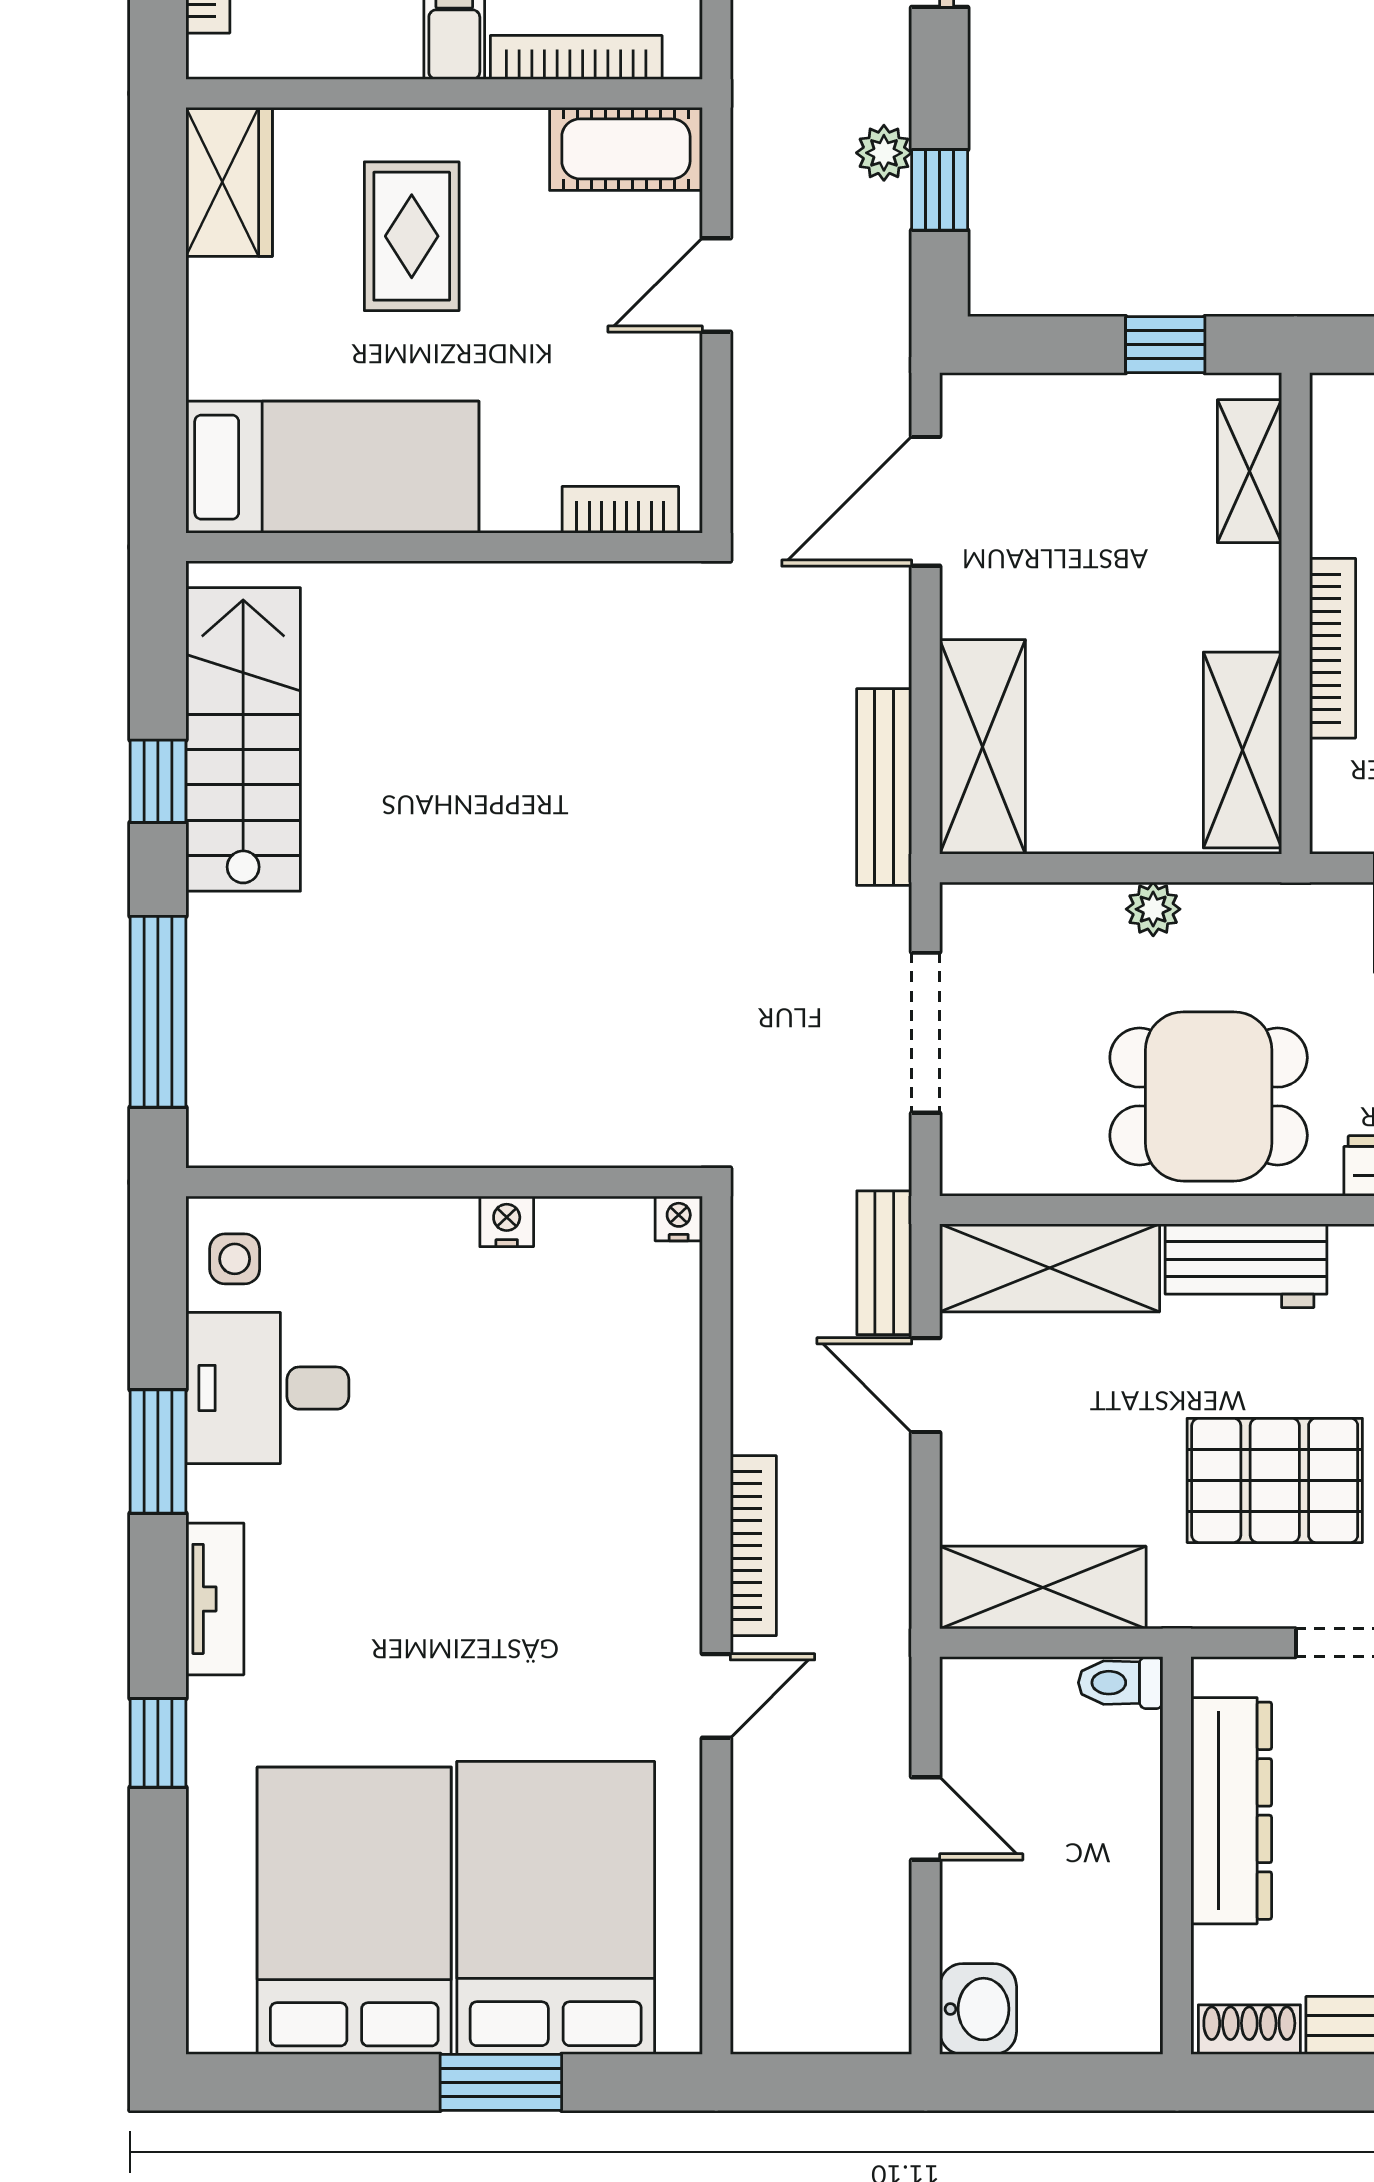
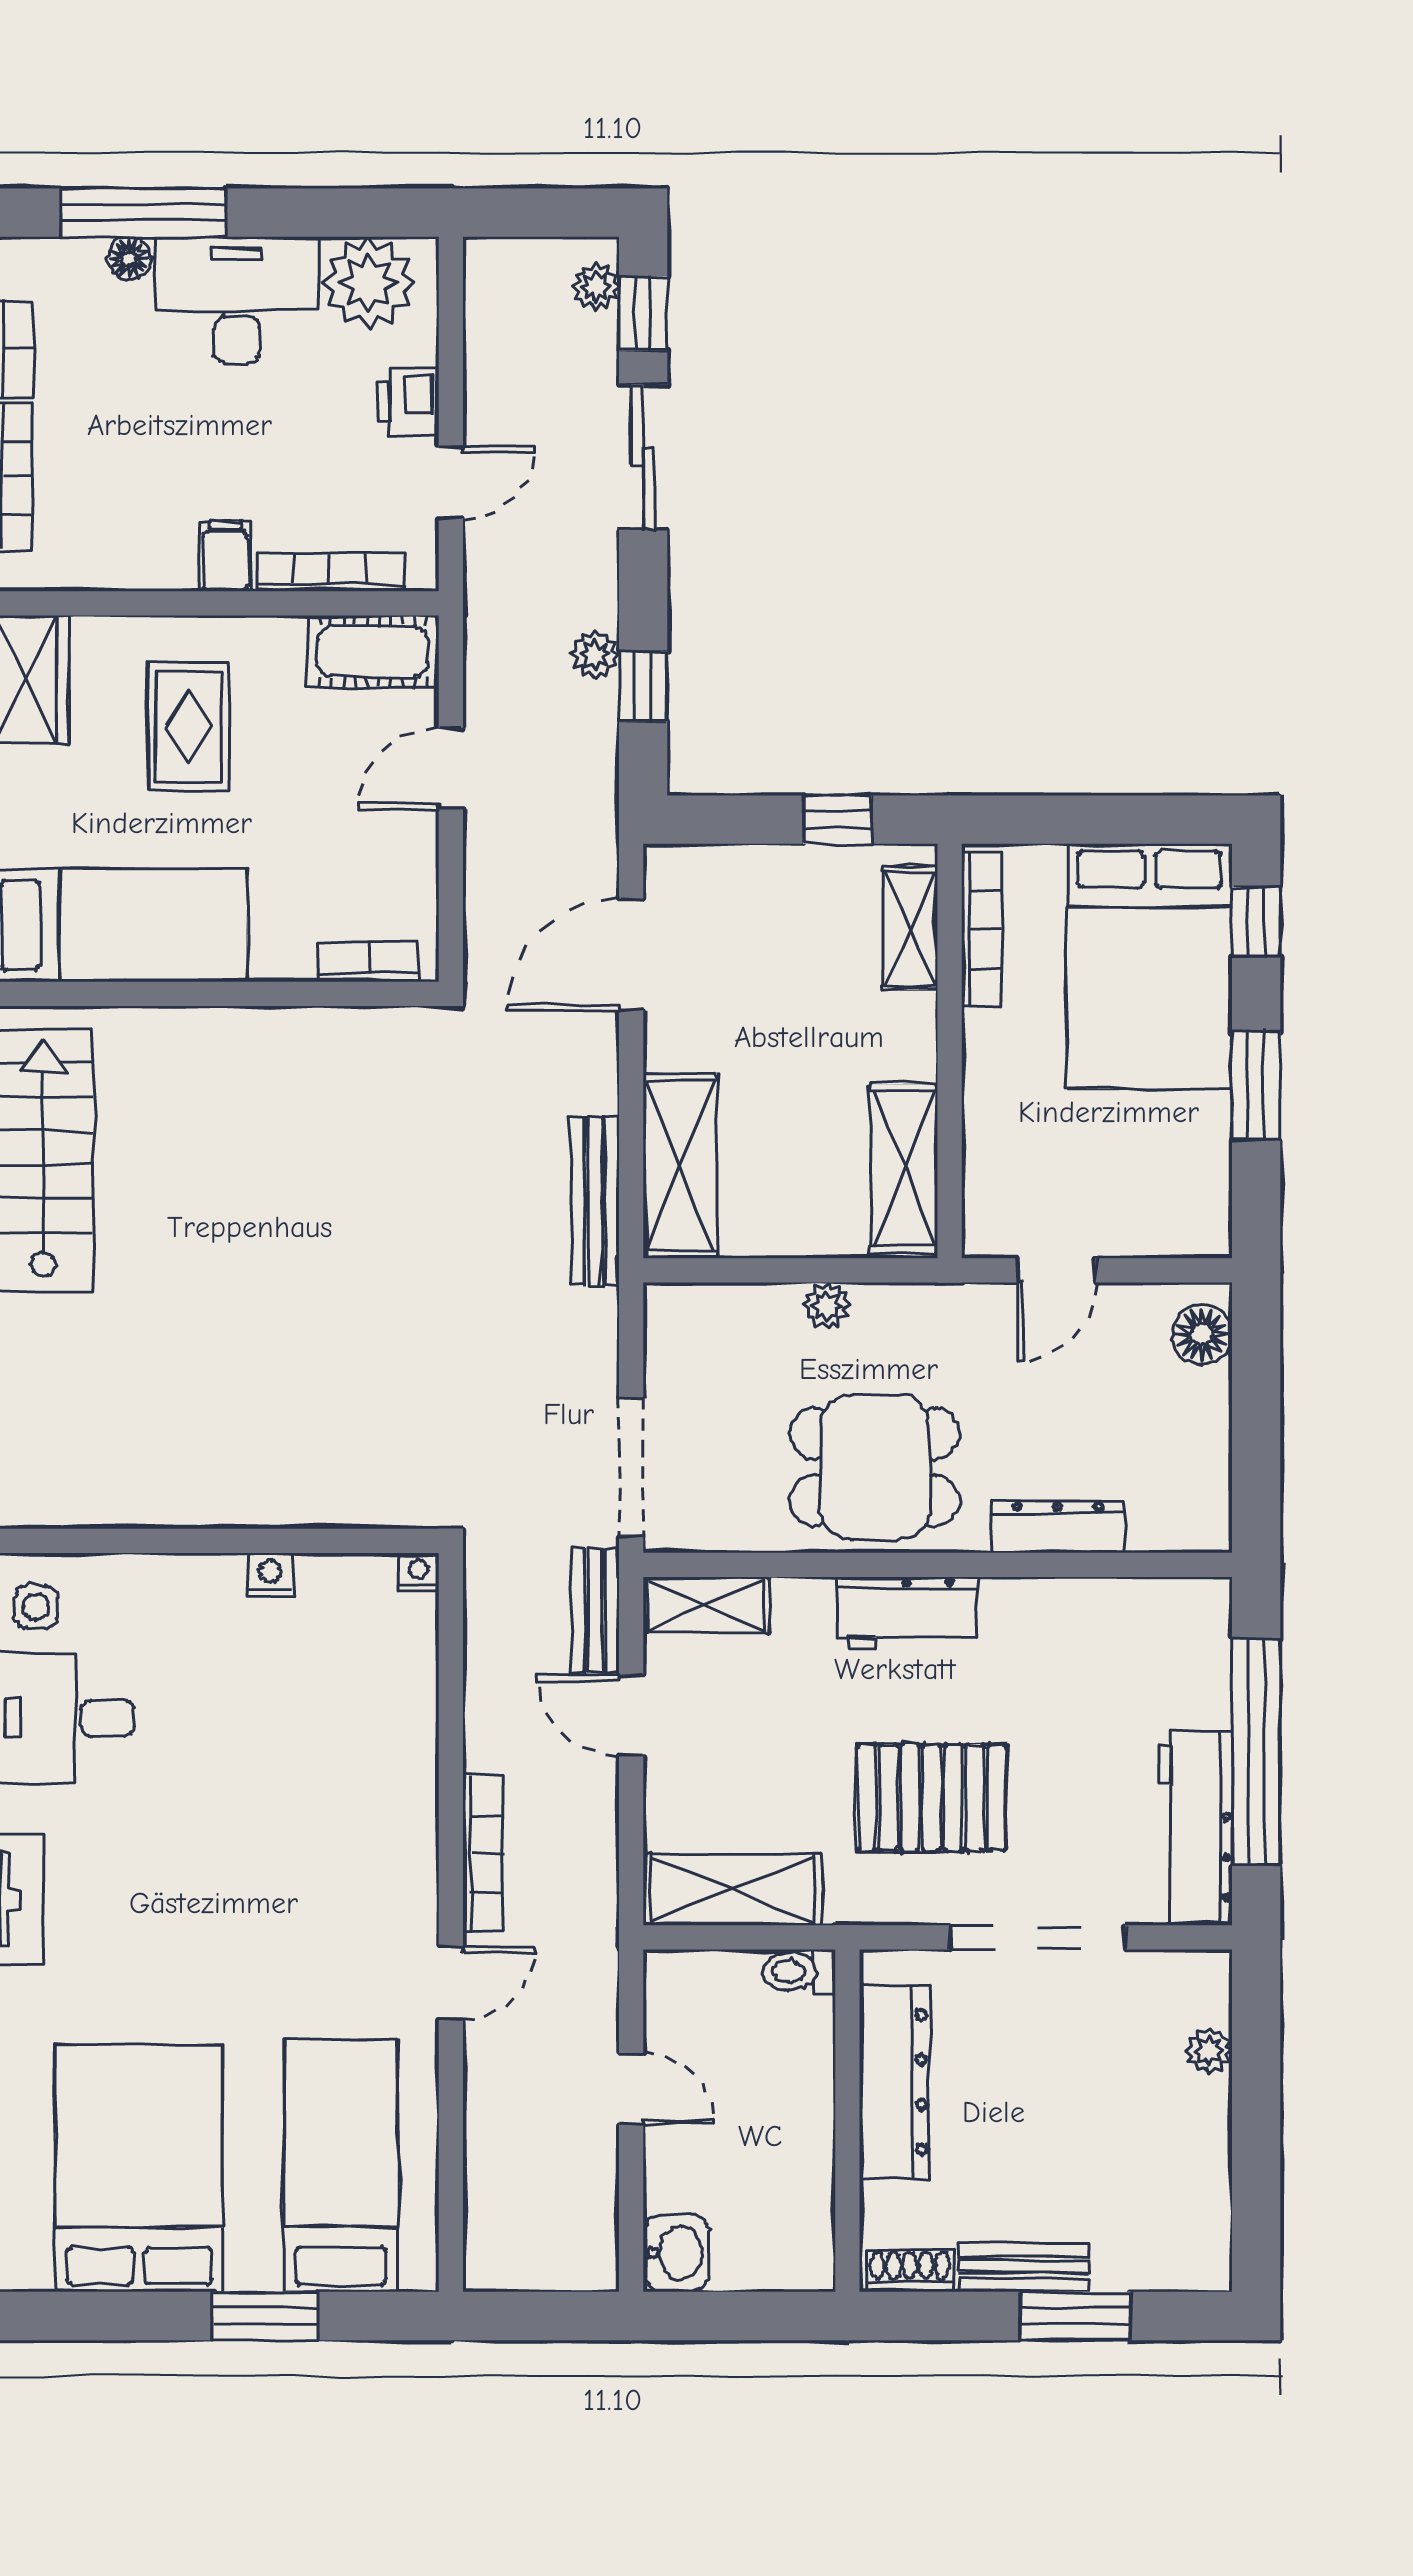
bookcase: (1333, 648) -> (981, 929), moved
doorway: (926, 1033) -> (631, 1467), moved
shelving: (1050, 1268) -> (706, 1605), width x0.67, depth x0.75
bed: (556, 1908) -> (341, 2166), width x0.67

